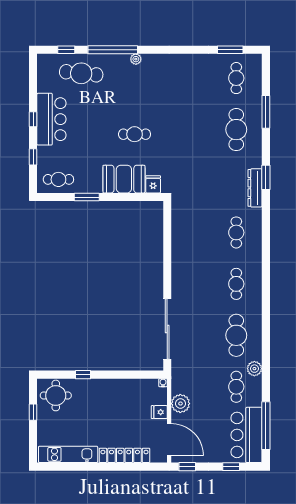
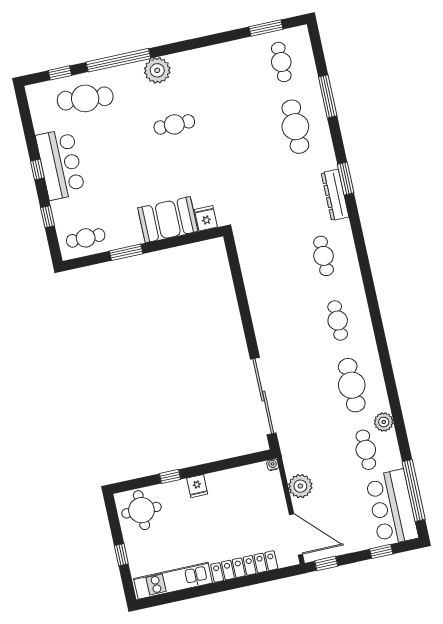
plant: (136, 59) -> (157, 70), width x1.87, depth x1.87
cafe table: (135, 134) -> (174, 124), moved
window: (33, 412) -> (121, 555), moved
fridge: (159, 412) -> (197, 486), moved, turned -90

